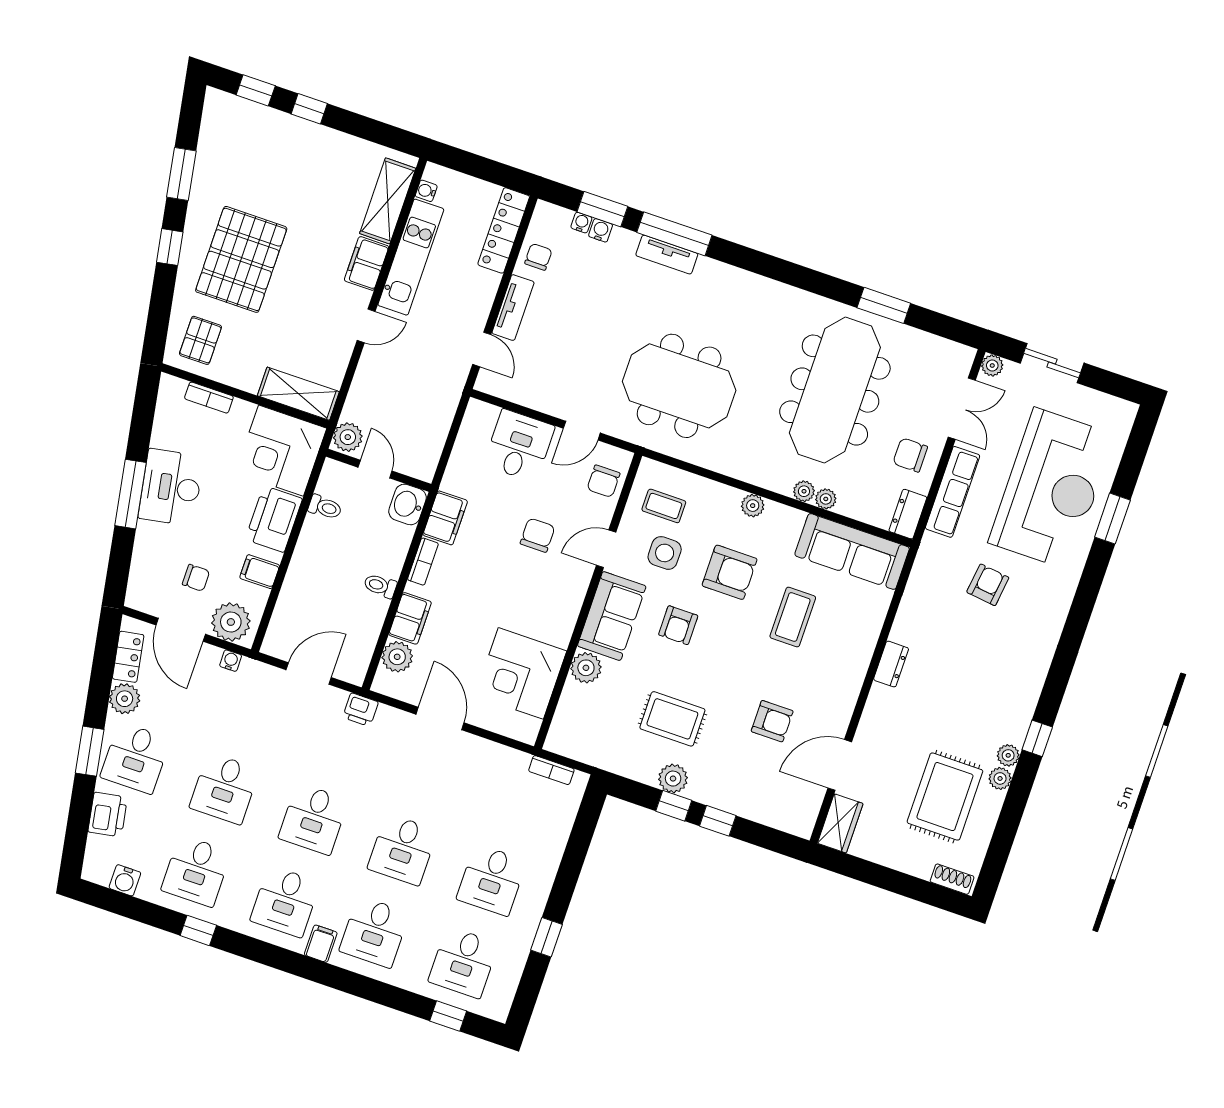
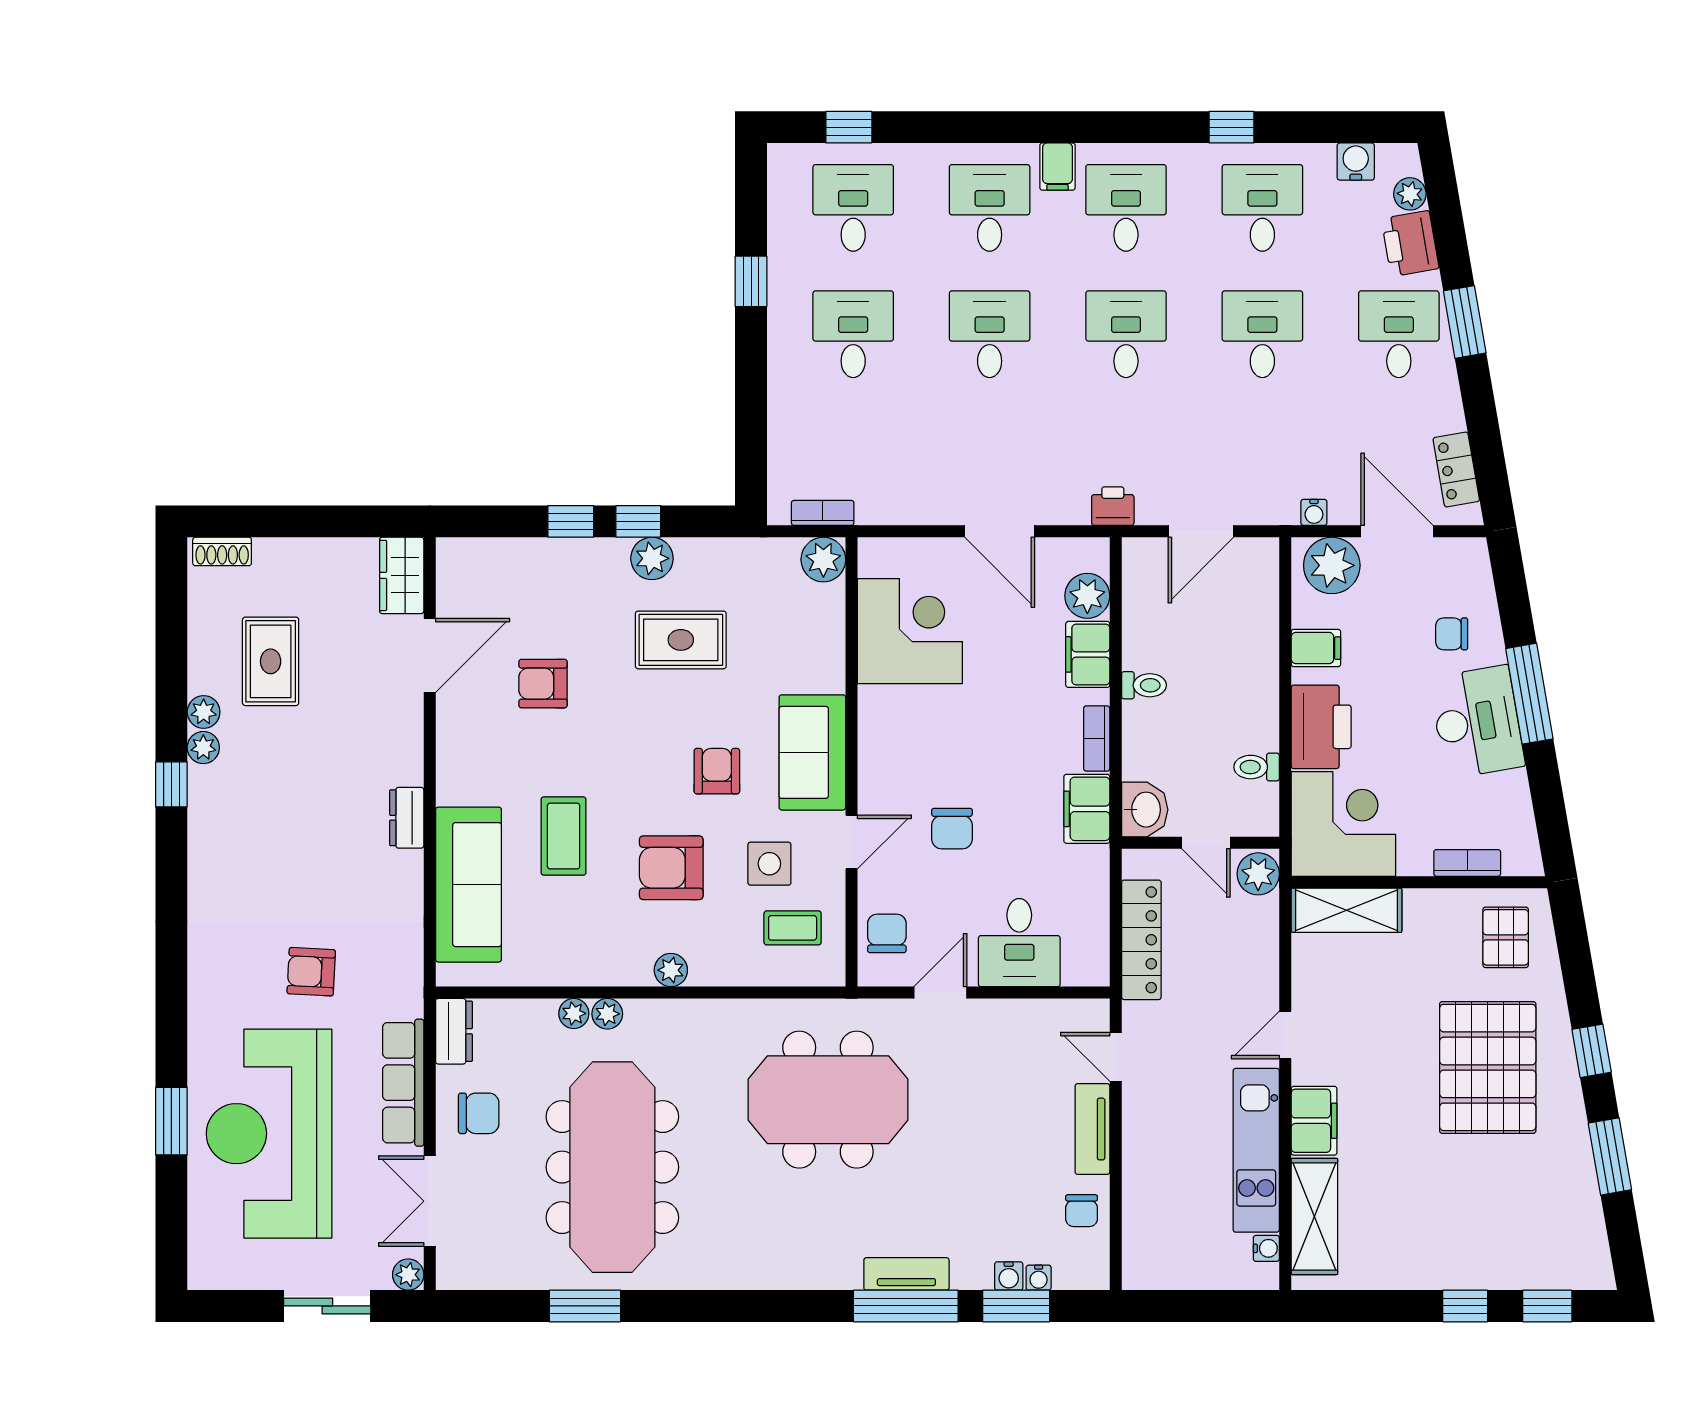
locker: (504, 230) -> (1141, 940), moved
sofa: (852, 551) -> (469, 885), moved, turned 90
chair: (196, 578) -> (1452, 634), moved
armchair: (988, 585) -> (311, 972), turned 86
plant: (586, 668) -> (823, 560), moved
plant: (125, 699) -> (1410, 194), moved, width x0.73, depth x0.73
rug: (945, 797) -> (271, 661), width x0.73, depth x0.70

